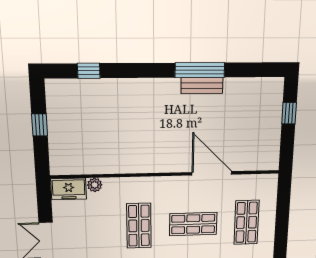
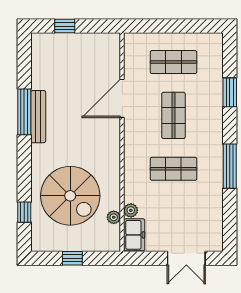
bench: (202, 86) -> (38, 117), width x1.36
spiral stairs: (108, 121) -> (70, 196), added
plant: (87, 168) -> (114, 217), added

